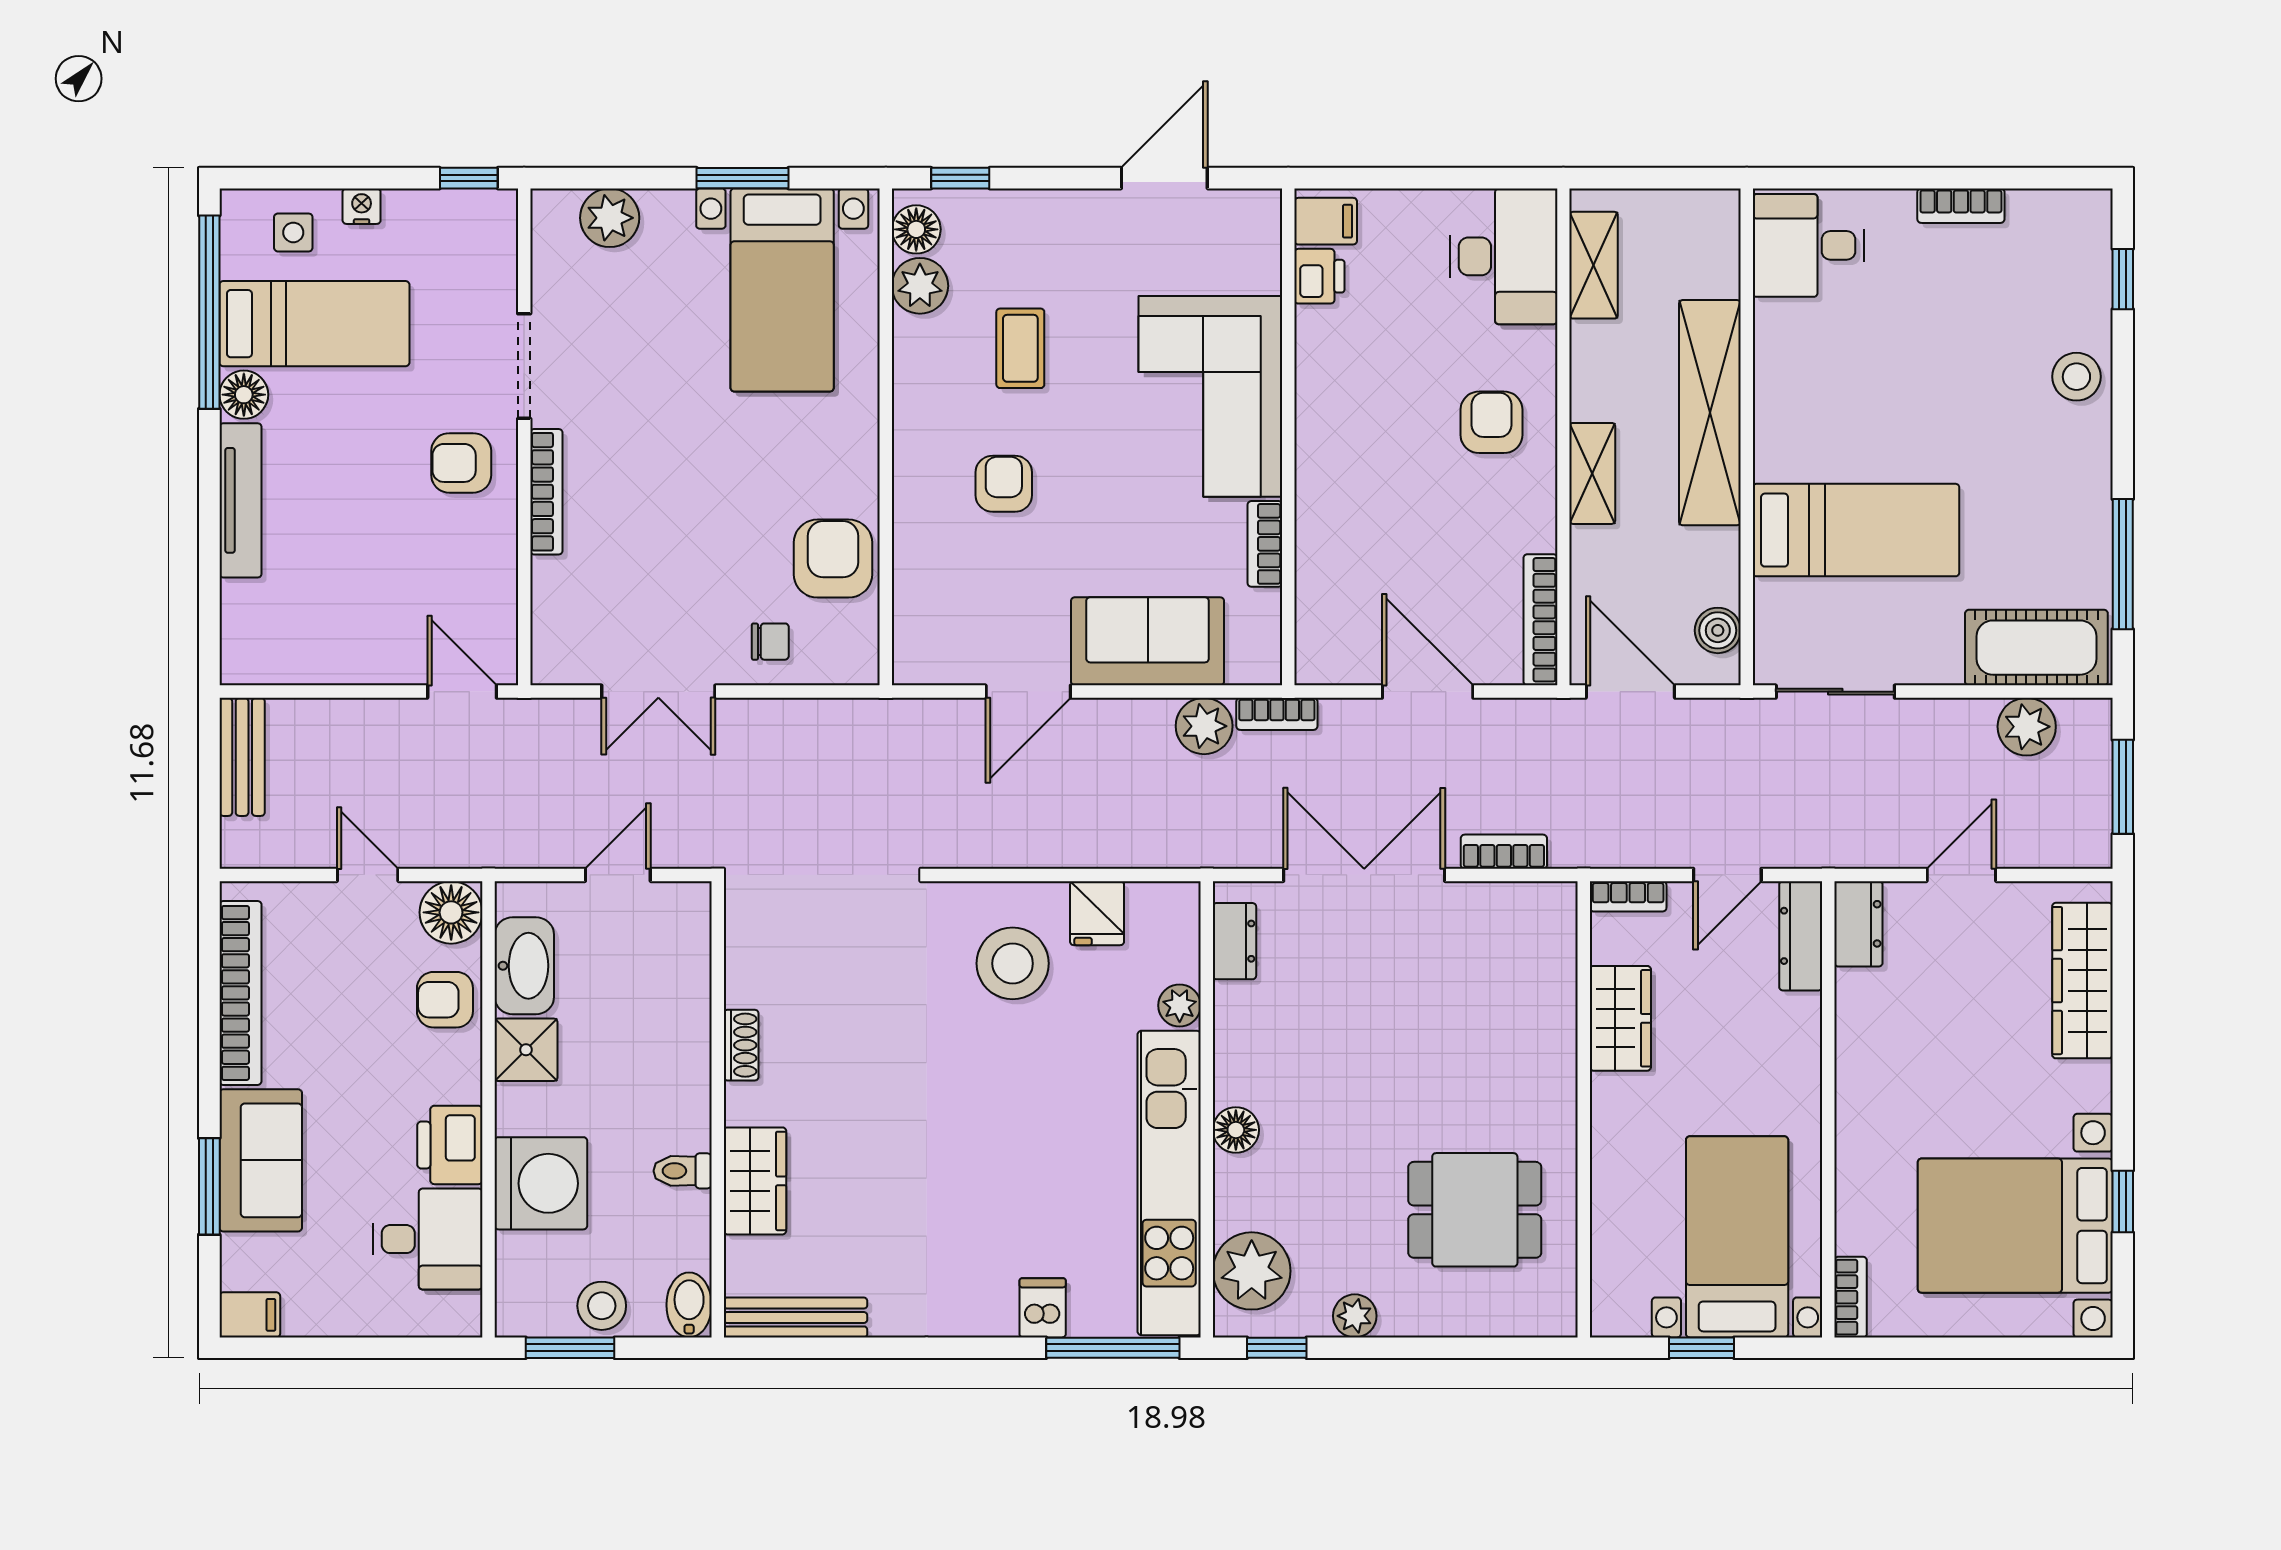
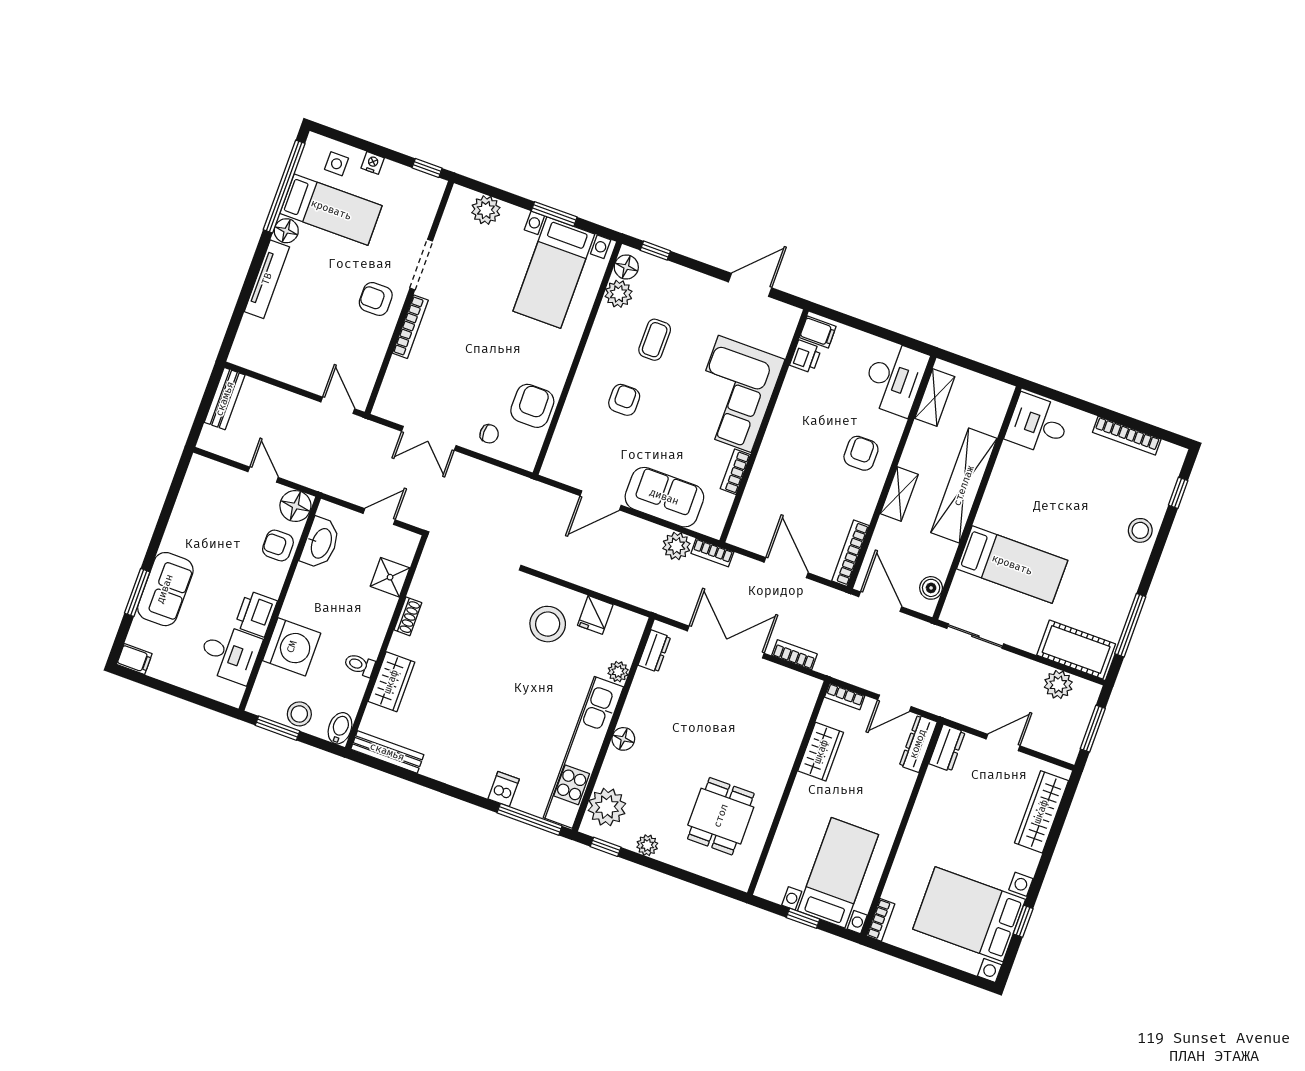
bookcase: (1961, 206) -> (1127, 436), width x1.56
bookcase: (240, 993) -> (184, 508), removed
shower: (526, 1050) -> (390, 577), moved
dining table: (1475, 1210) -> (721, 816), turned 90

